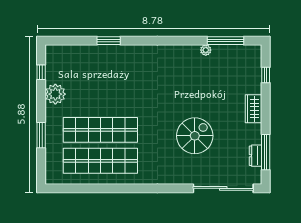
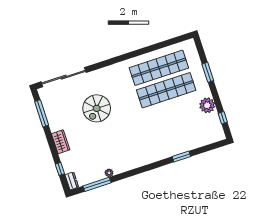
dresser: (256, 156) -> (72, 181), moved

